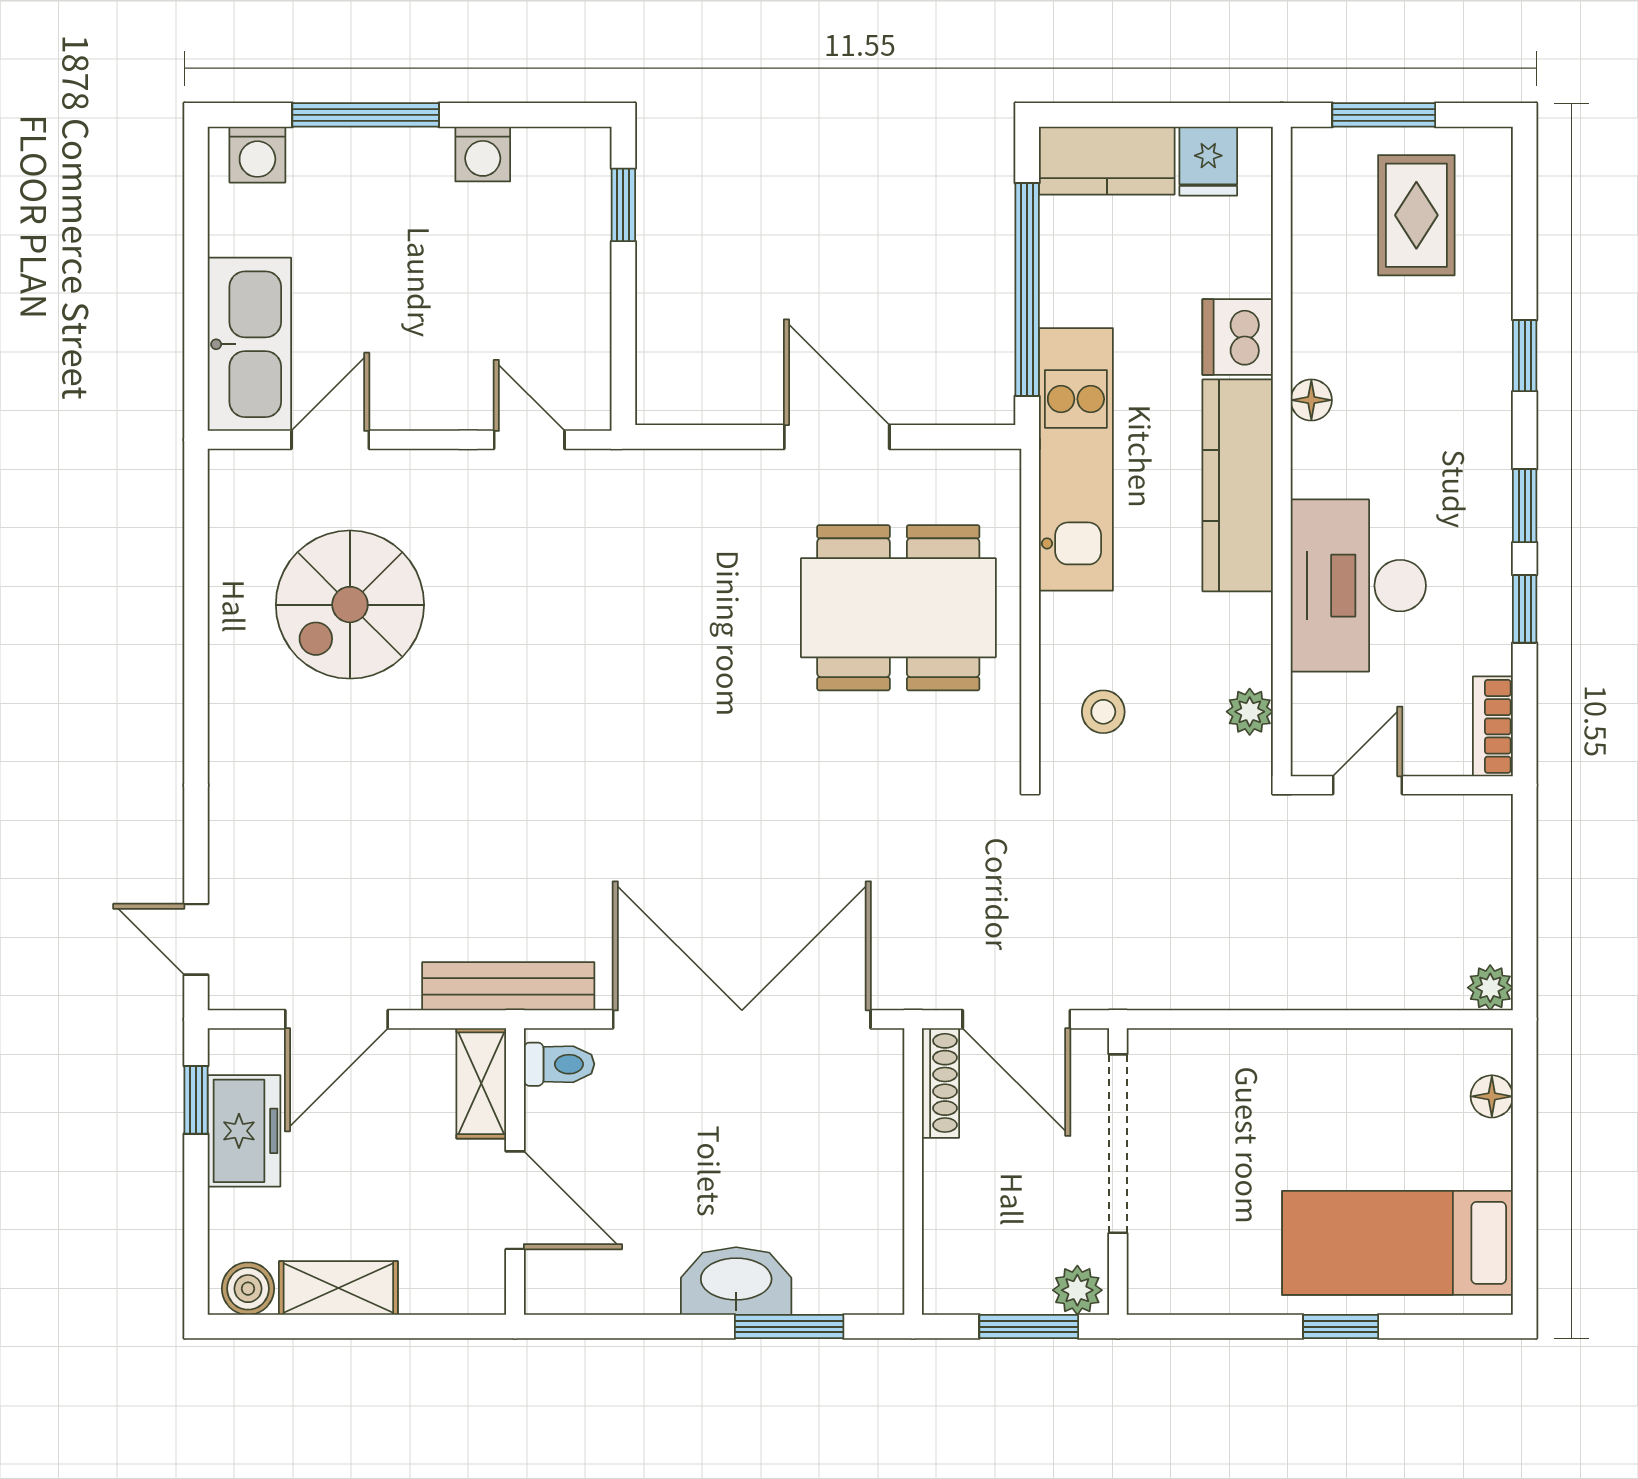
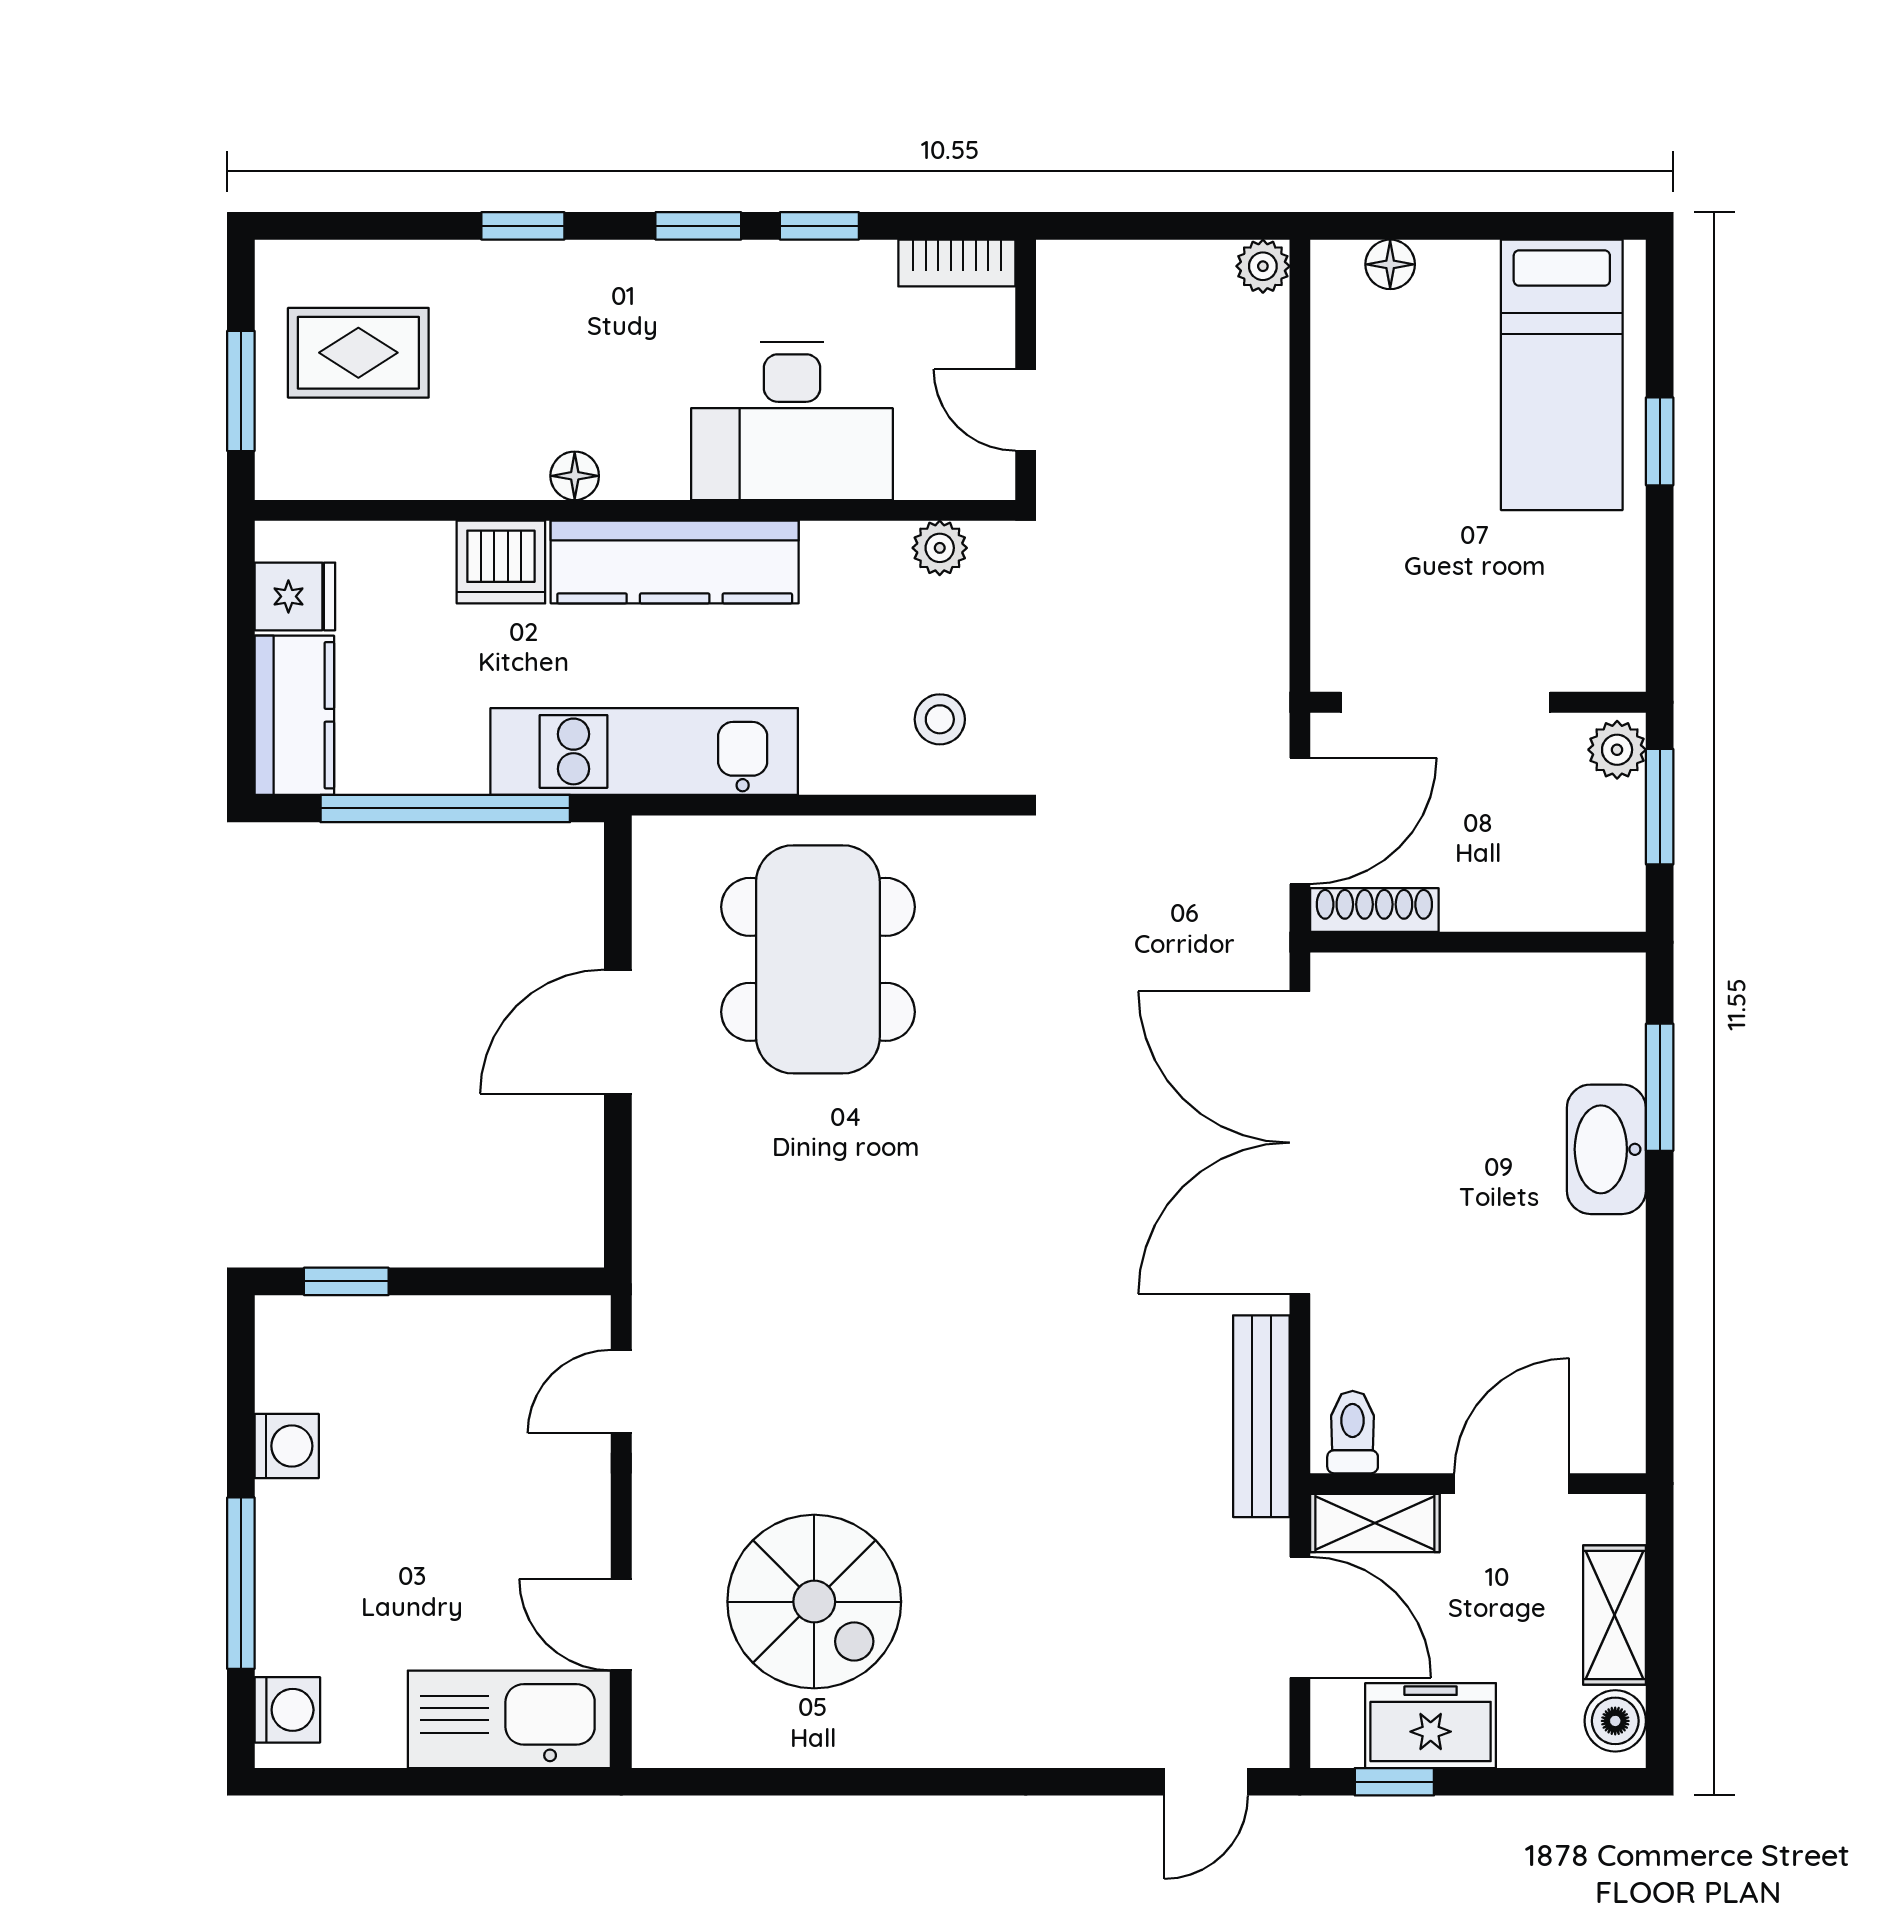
toilet: (559, 1064) -> (1353, 1432), moved
shelving: (481, 1083) -> (1375, 1523), moved
wall: (515, 1171) -> (1478, 1484), moved
door: (515, 1200) -> (1512, 1484), moved

